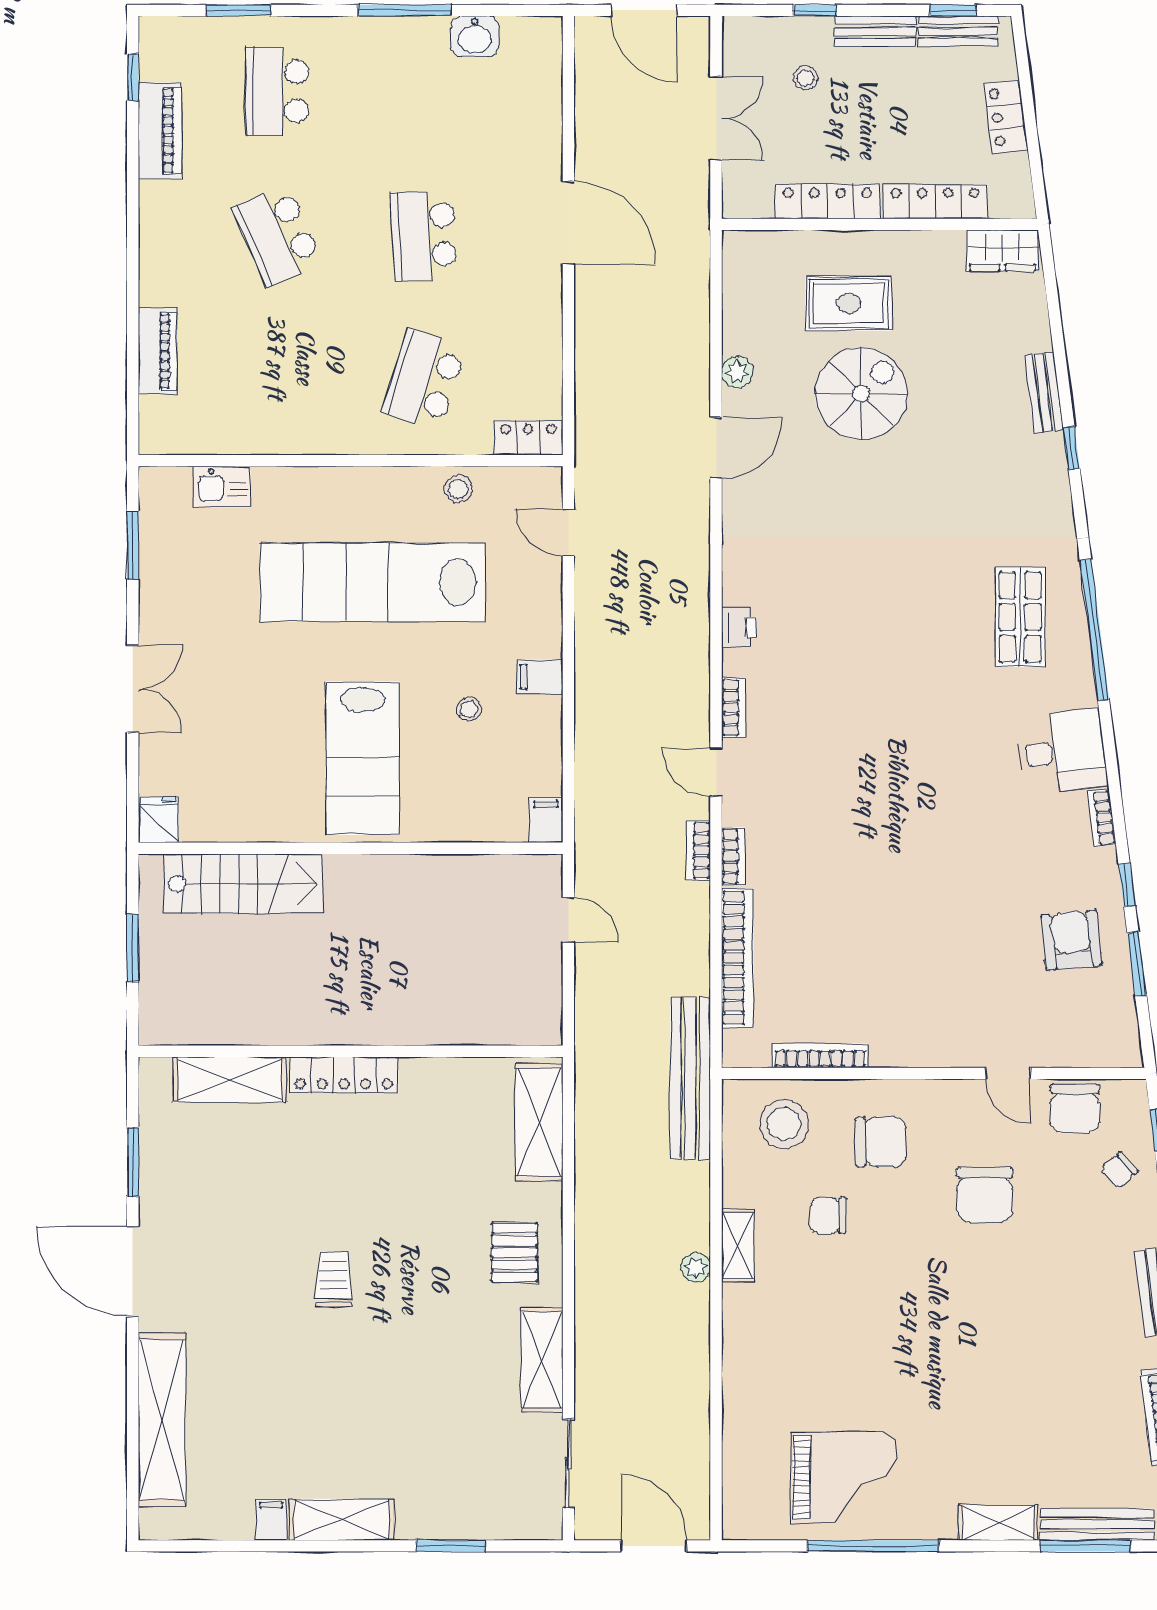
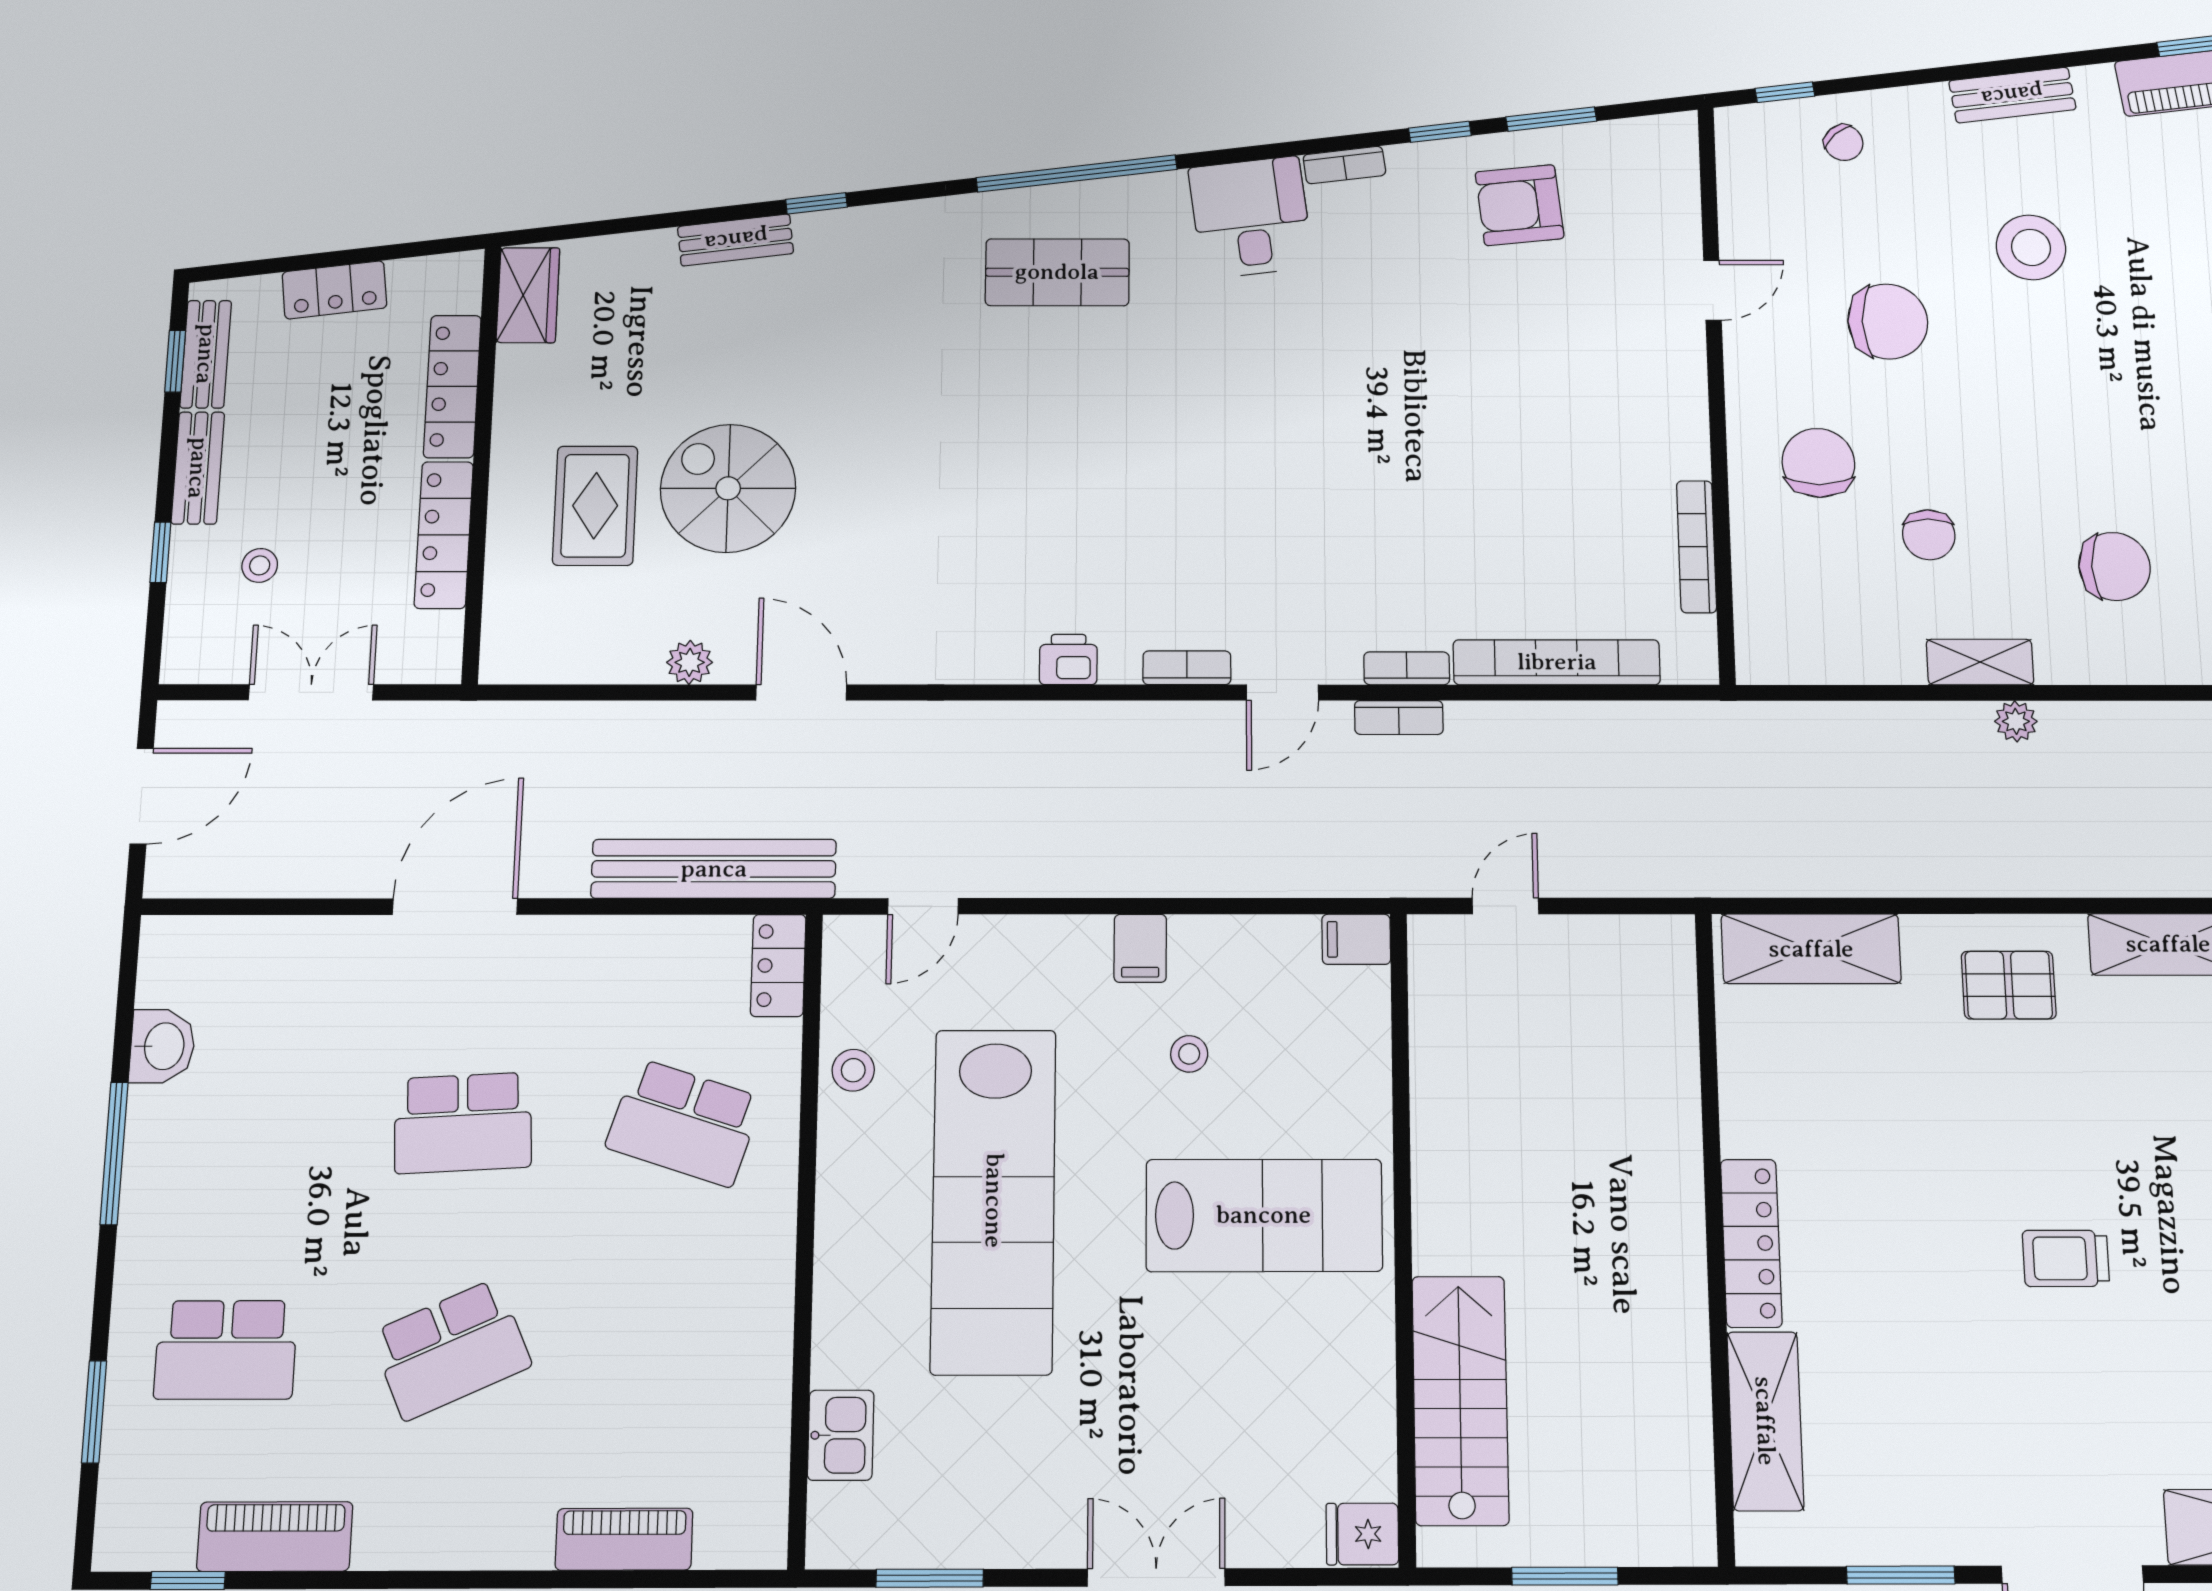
bench: (690, 1078) -> (714, 869), moved
chair: (1075, 1109) -> (2114, 567), moved
stool: (784, 1124) -> (2031, 247), moved

